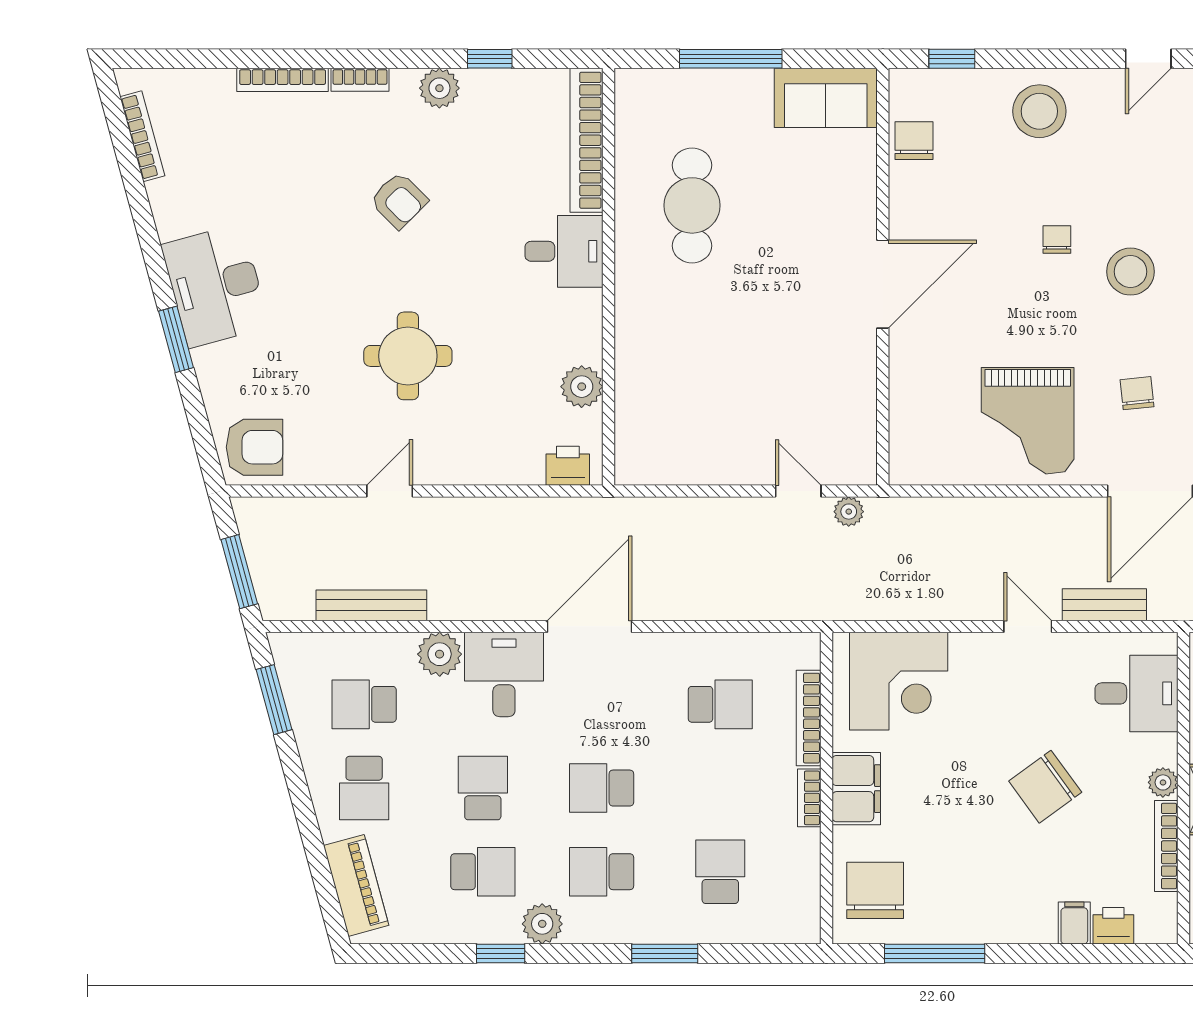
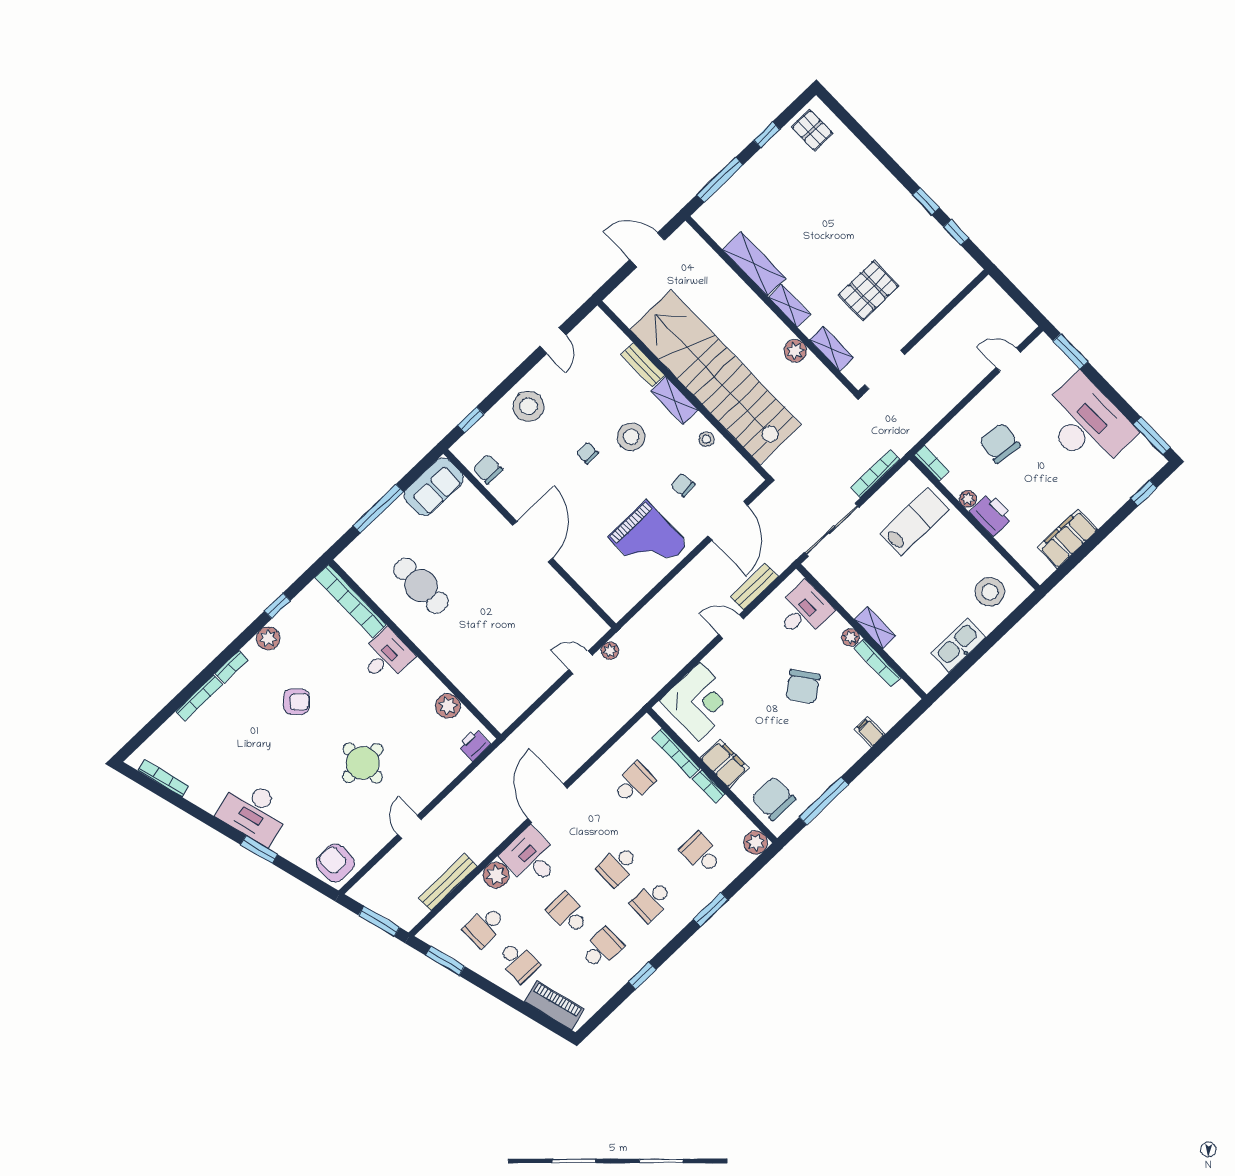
armchair: (255, 447) -> (335, 863), turned -90
plant: (542, 924) -> (756, 843), moved
printer: (1113, 926) -> (887, 717), removed

